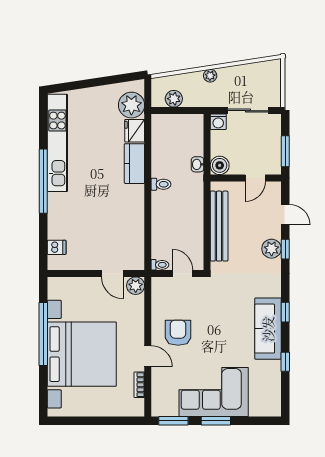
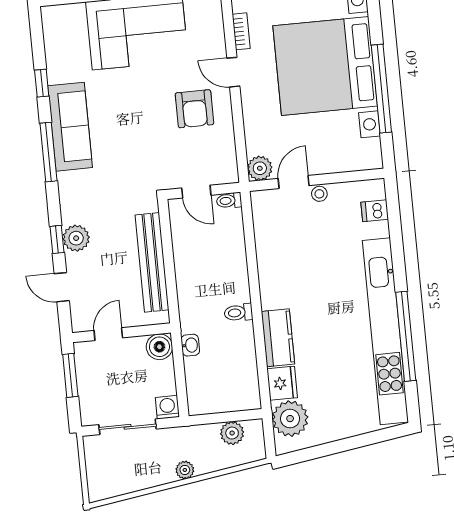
kitchen unit: (57, 143) -> (385, 331), width x1.36
window: (43, 181) -> (406, 336), moved
stool: (95, 263) -> (319, 194), added
door: (112, 273) -> (294, 182), hinge flipped
window: (285, 312) -> (48, 152), width x2.17

